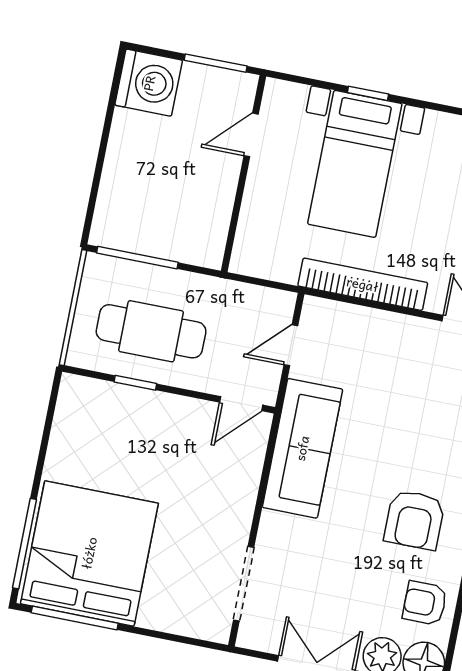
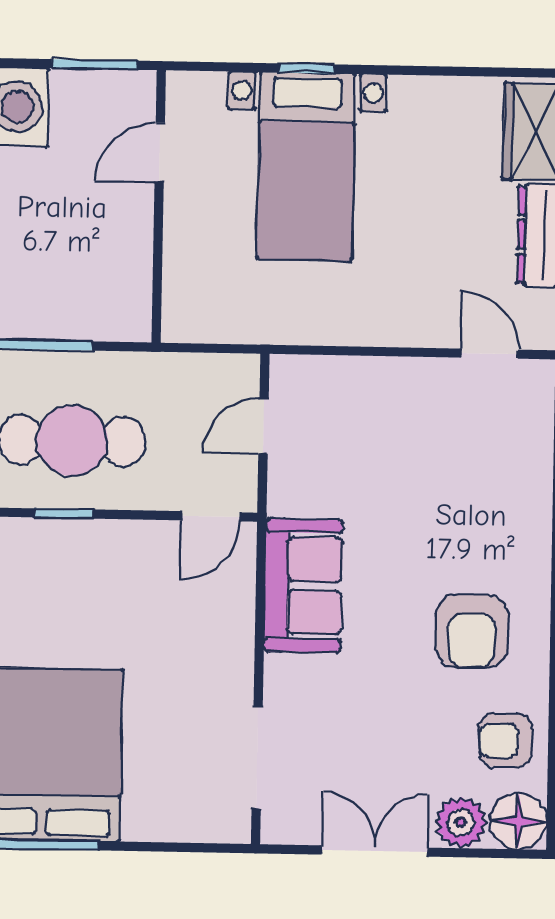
bookcase: (363, 284) -> (346, 327), removed
sofa: (302, 448) -> (303, 586), width x0.73

